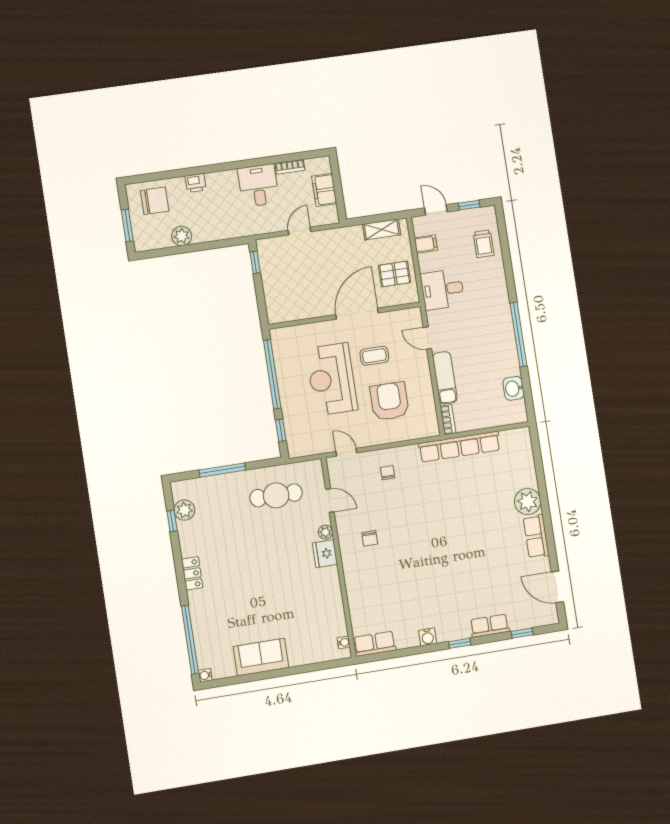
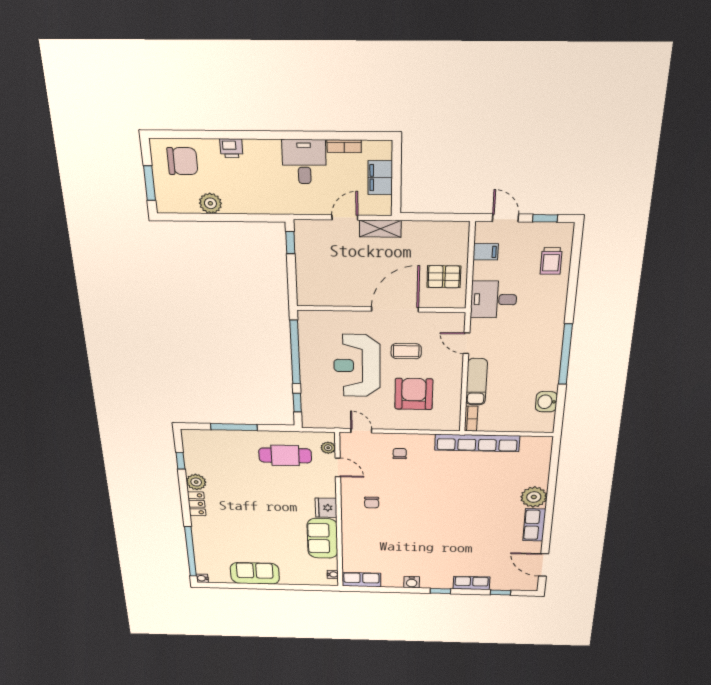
shelving: (382, 229) -> (380, 229), moved
plant: (184, 510) -> (196, 482), moved
plant: (325, 532) -> (328, 448), moved
sofa: (326, 595) -> (323, 538), added

